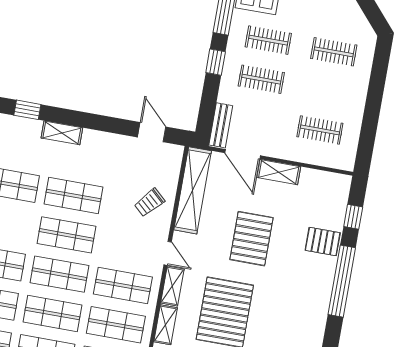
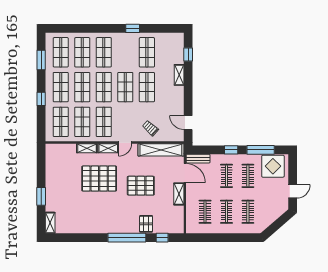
clothes rail: (327, 91) -> (226, 212), added
door: (152, 132) -> (188, 123), swing flipped
door: (243, 154) -> (185, 173), swing flipped

